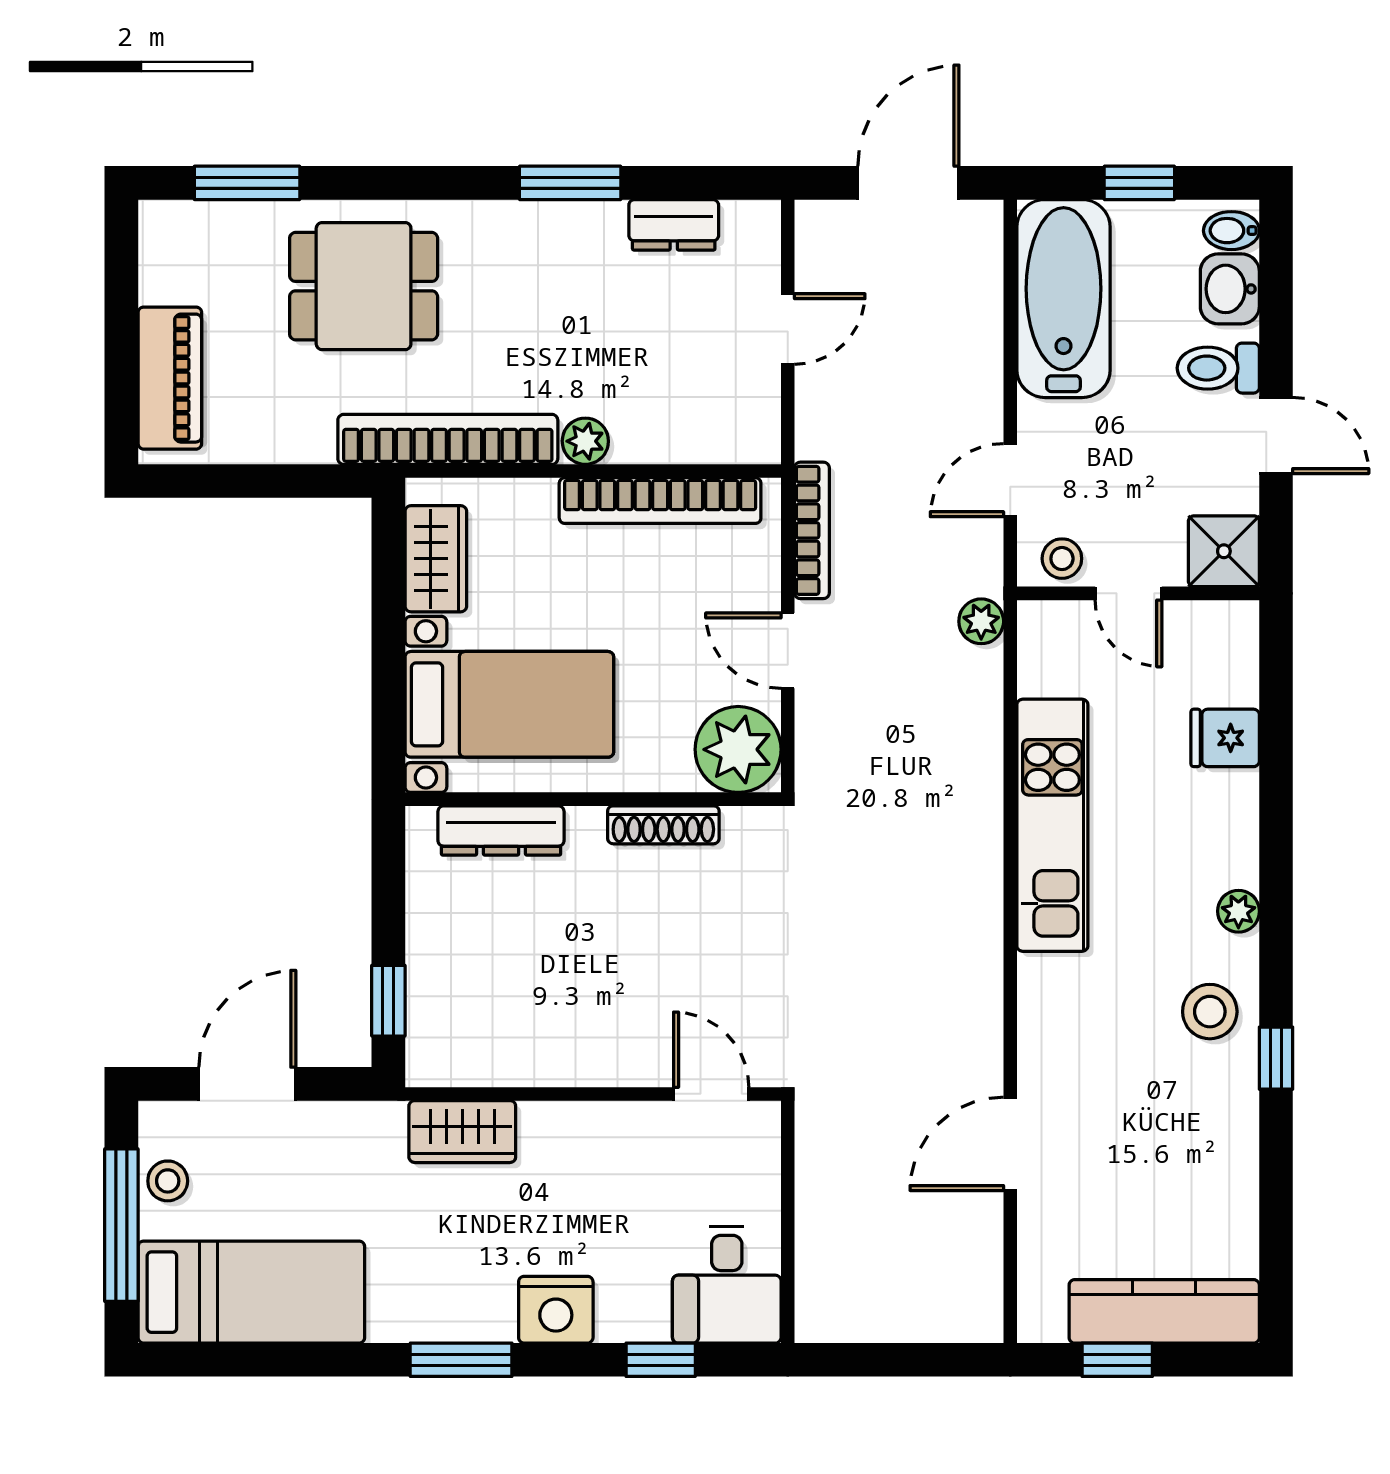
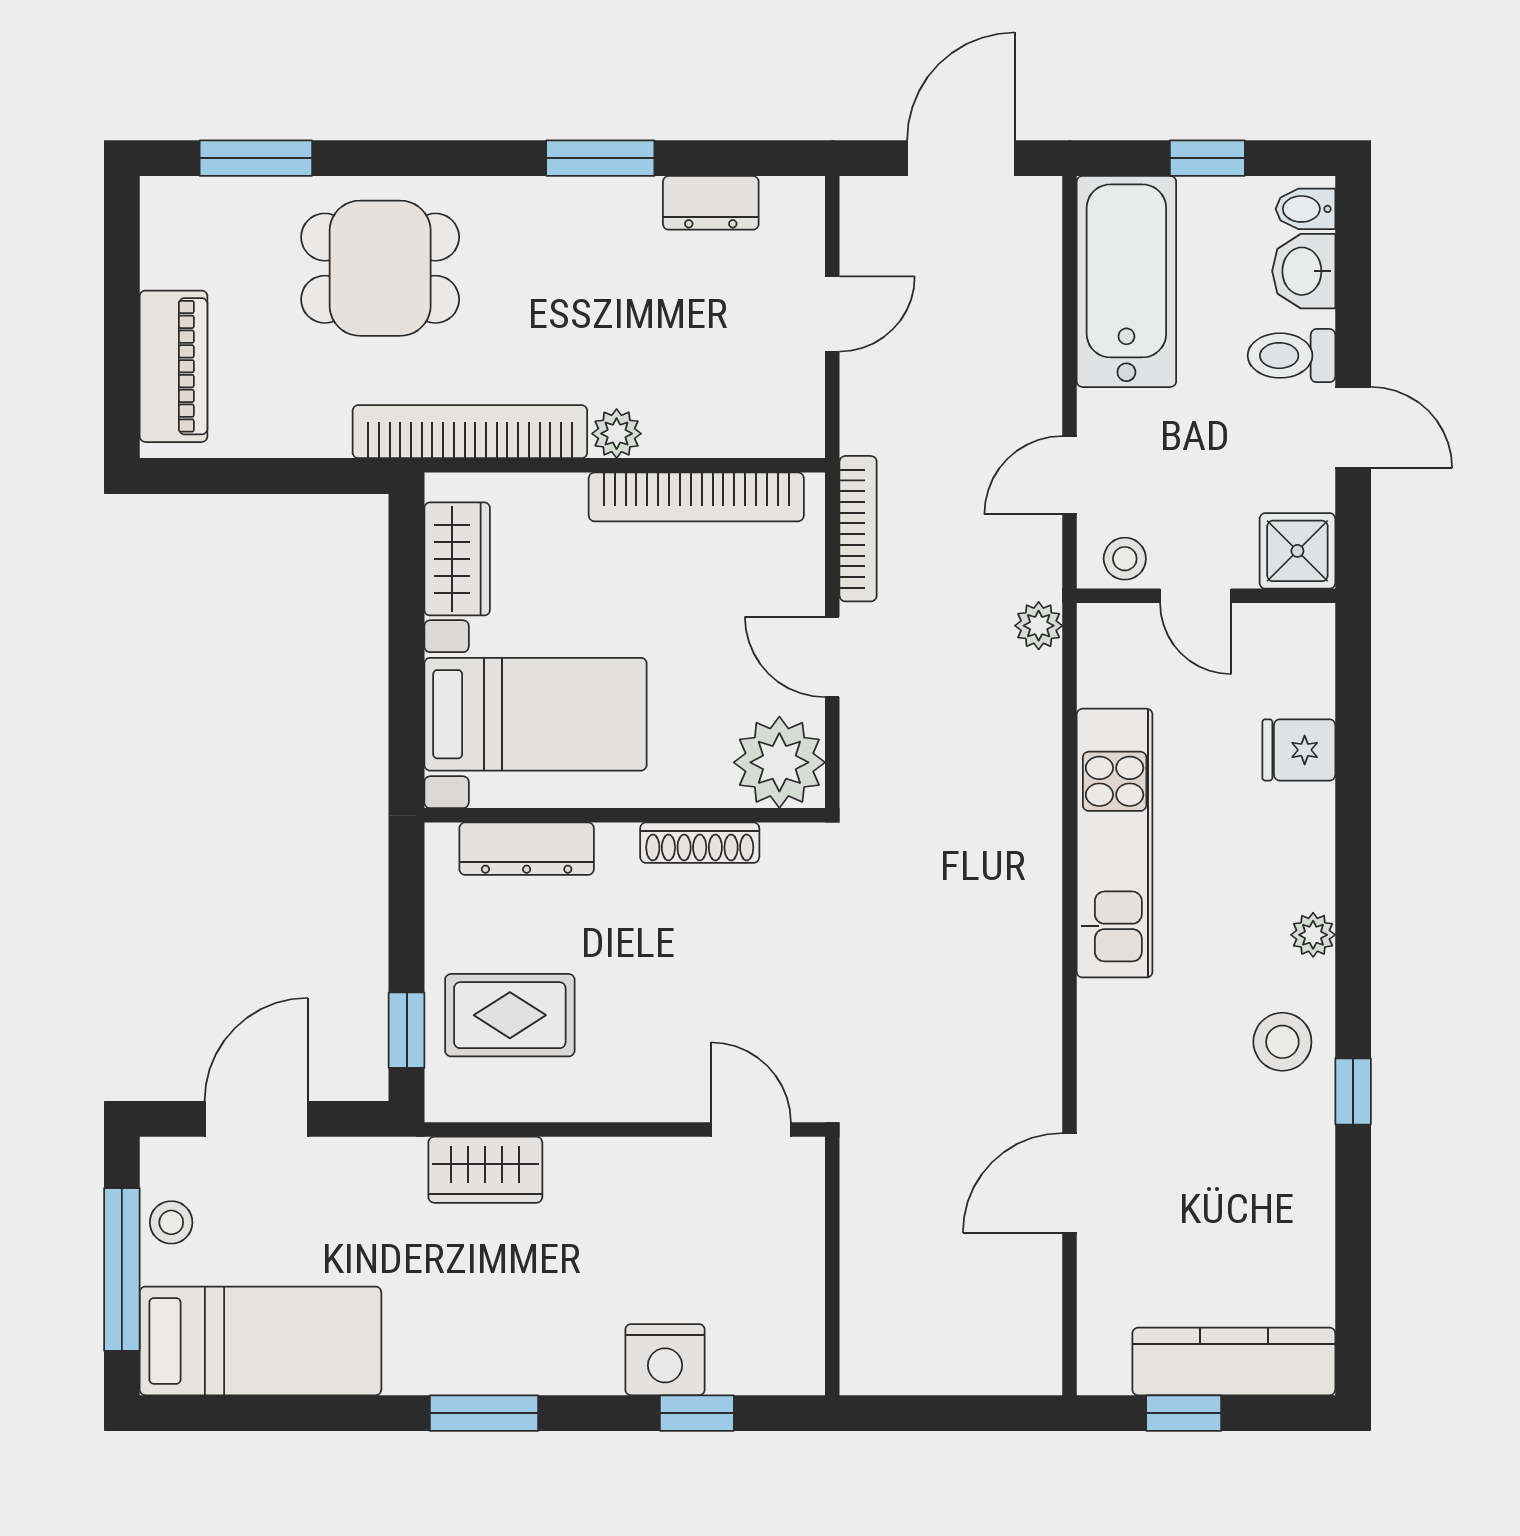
rug: (485, 987) -> (510, 1015), added
desk: (727, 1285) -> (767, 1333), removed
nightstand: (556, 1310) -> (665, 1360), moved

